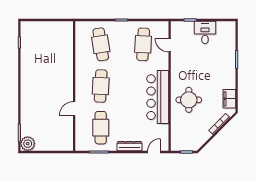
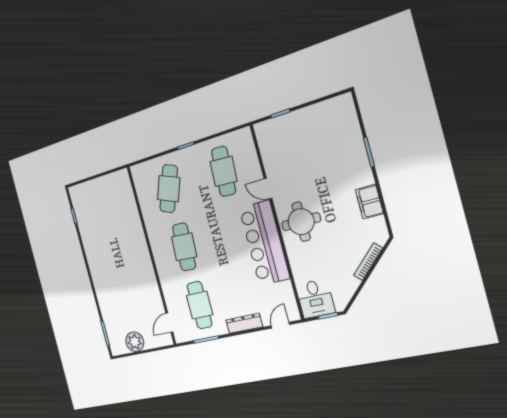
desk: (205, 32) -> (315, 299), moved, turned 180
cafe table: (101, 44) -> (169, 189), turned 30
door: (170, 45) -> (268, 188), moved
filing cabinet: (229, 99) -> (369, 202), moved
round table: (189, 100) -> (301, 222), moved
door: (74, 109) -> (169, 323), moved
plant: (28, 144) -> (135, 342), moved

